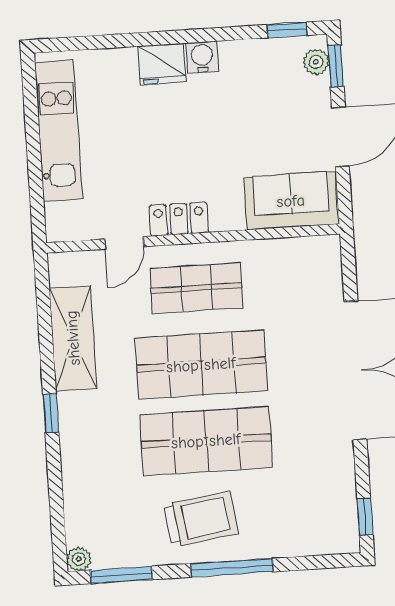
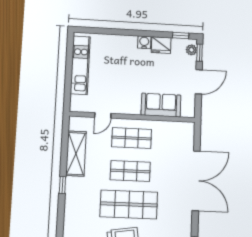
fridge: (162, 64) -> (161, 45), moved
sofa: (291, 201) -> (161, 105), moved
locker: (179, 219) -> (127, 108), removed
shop shelf: (201, 365) -> (130, 171), width x0.70, depth x0.74

